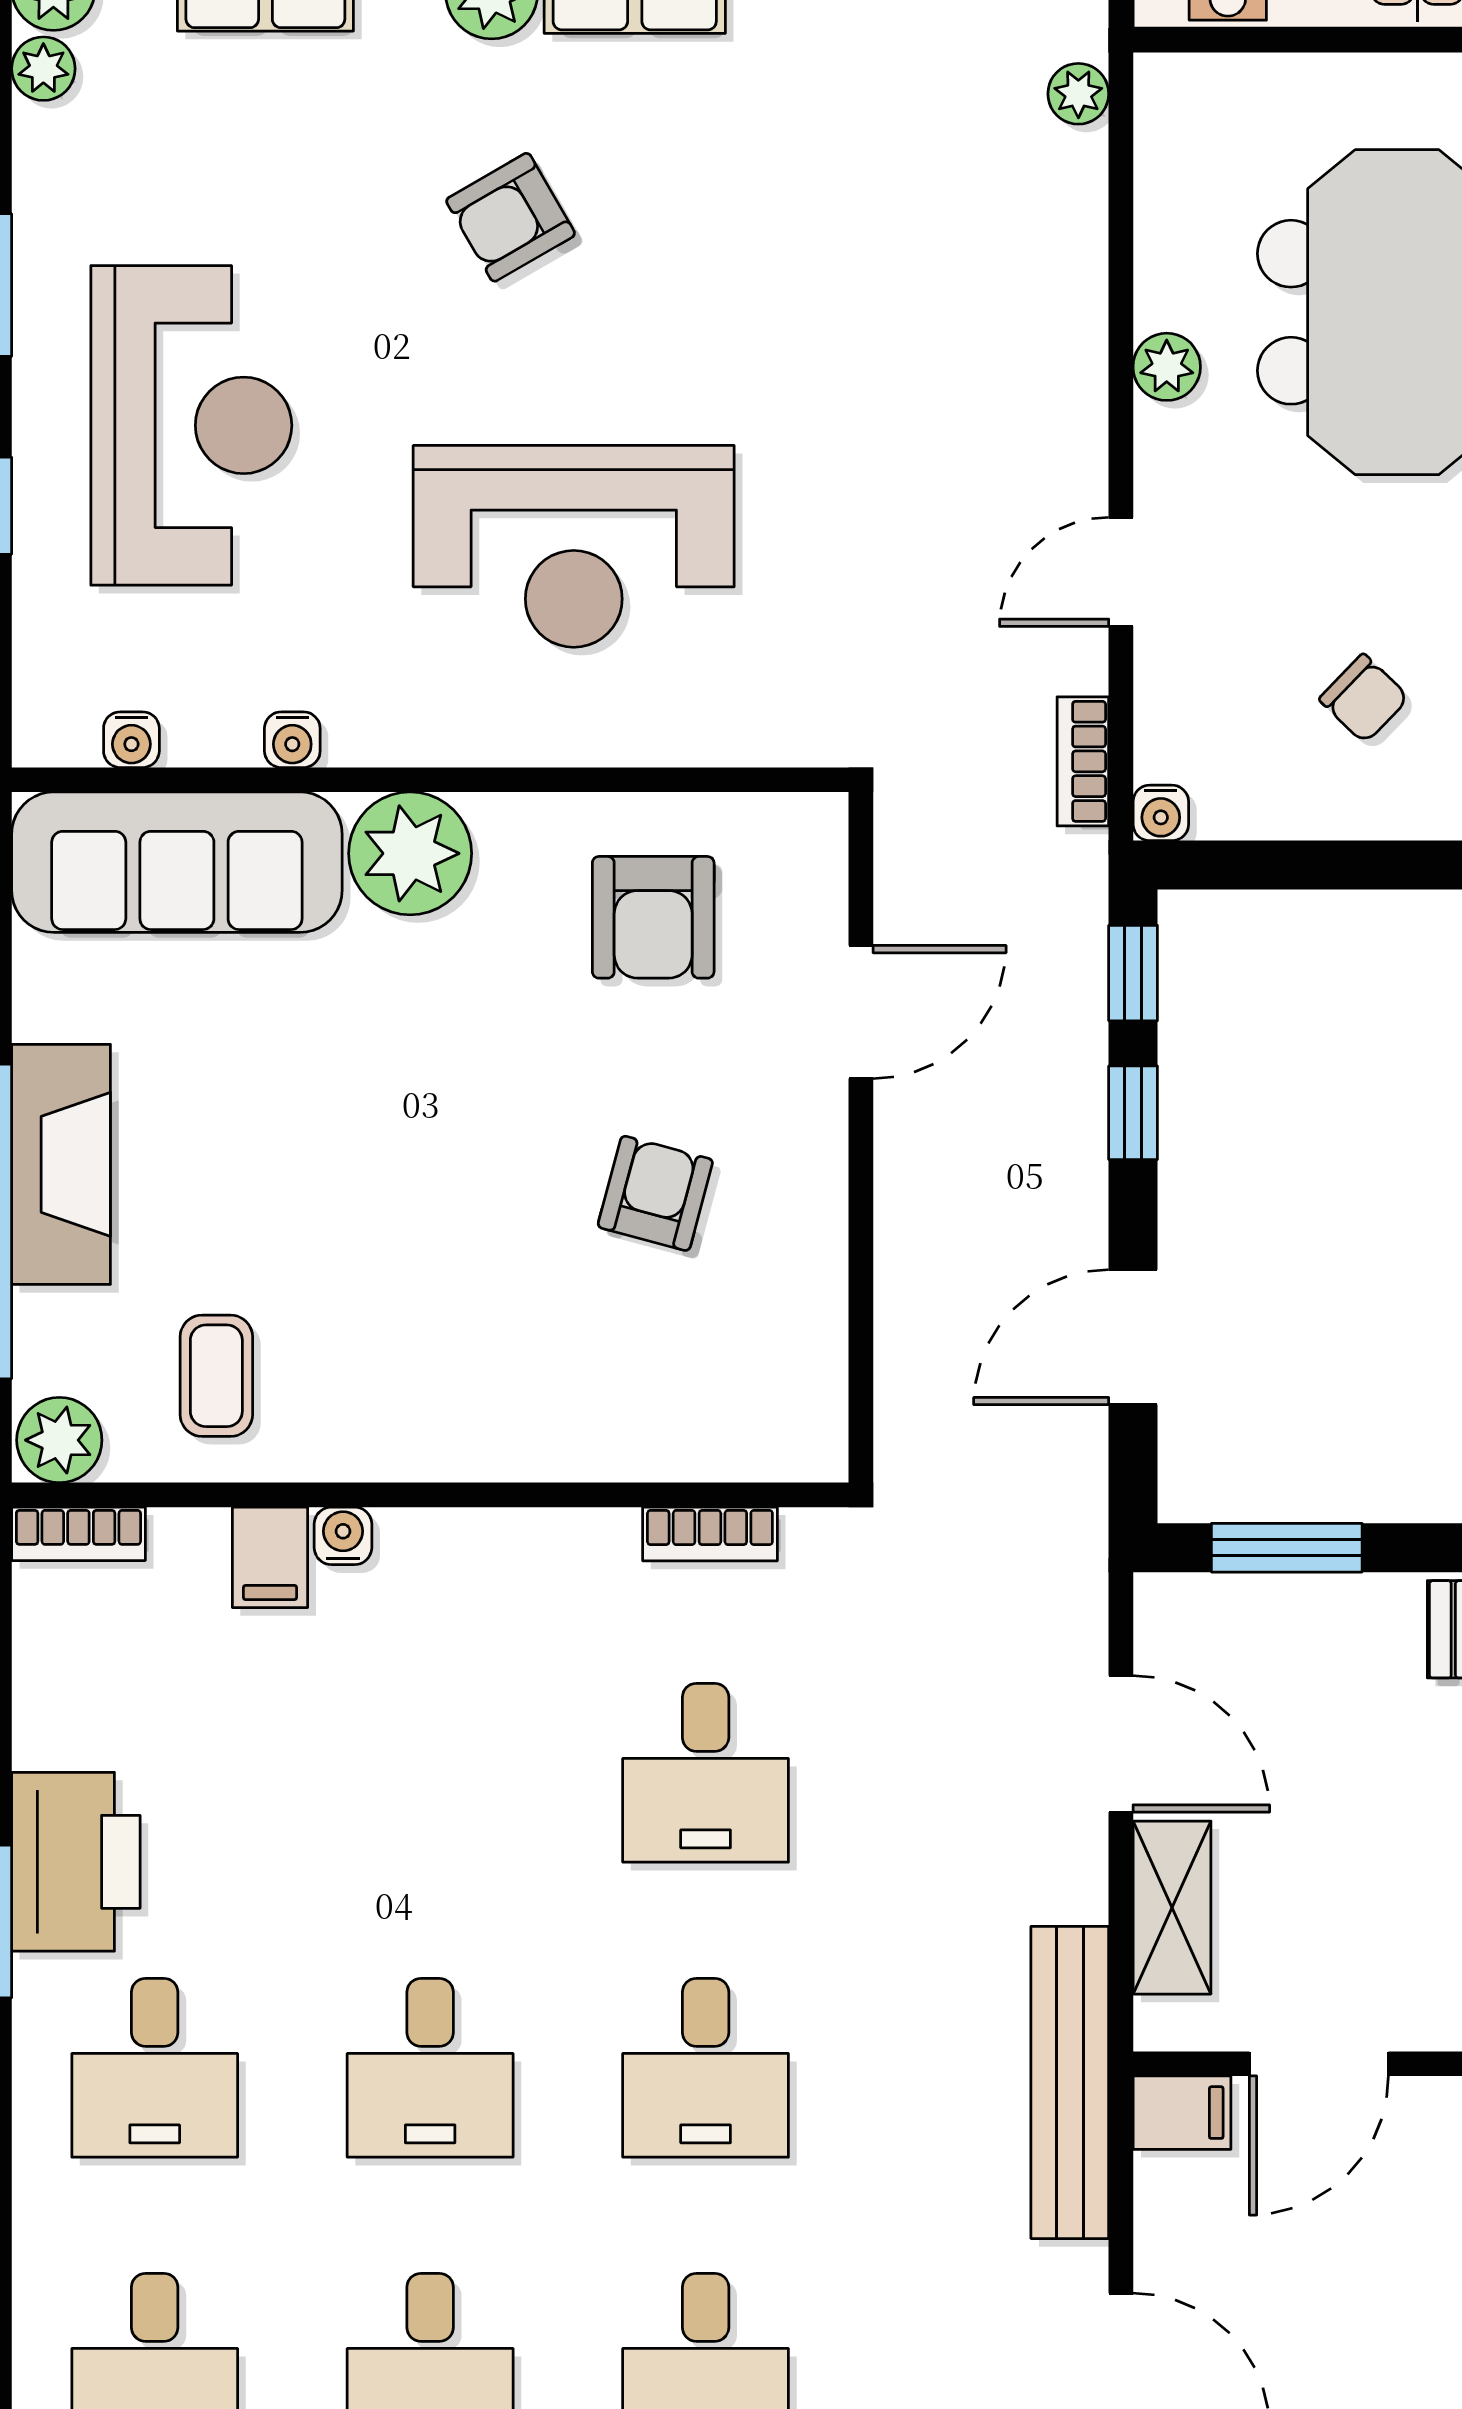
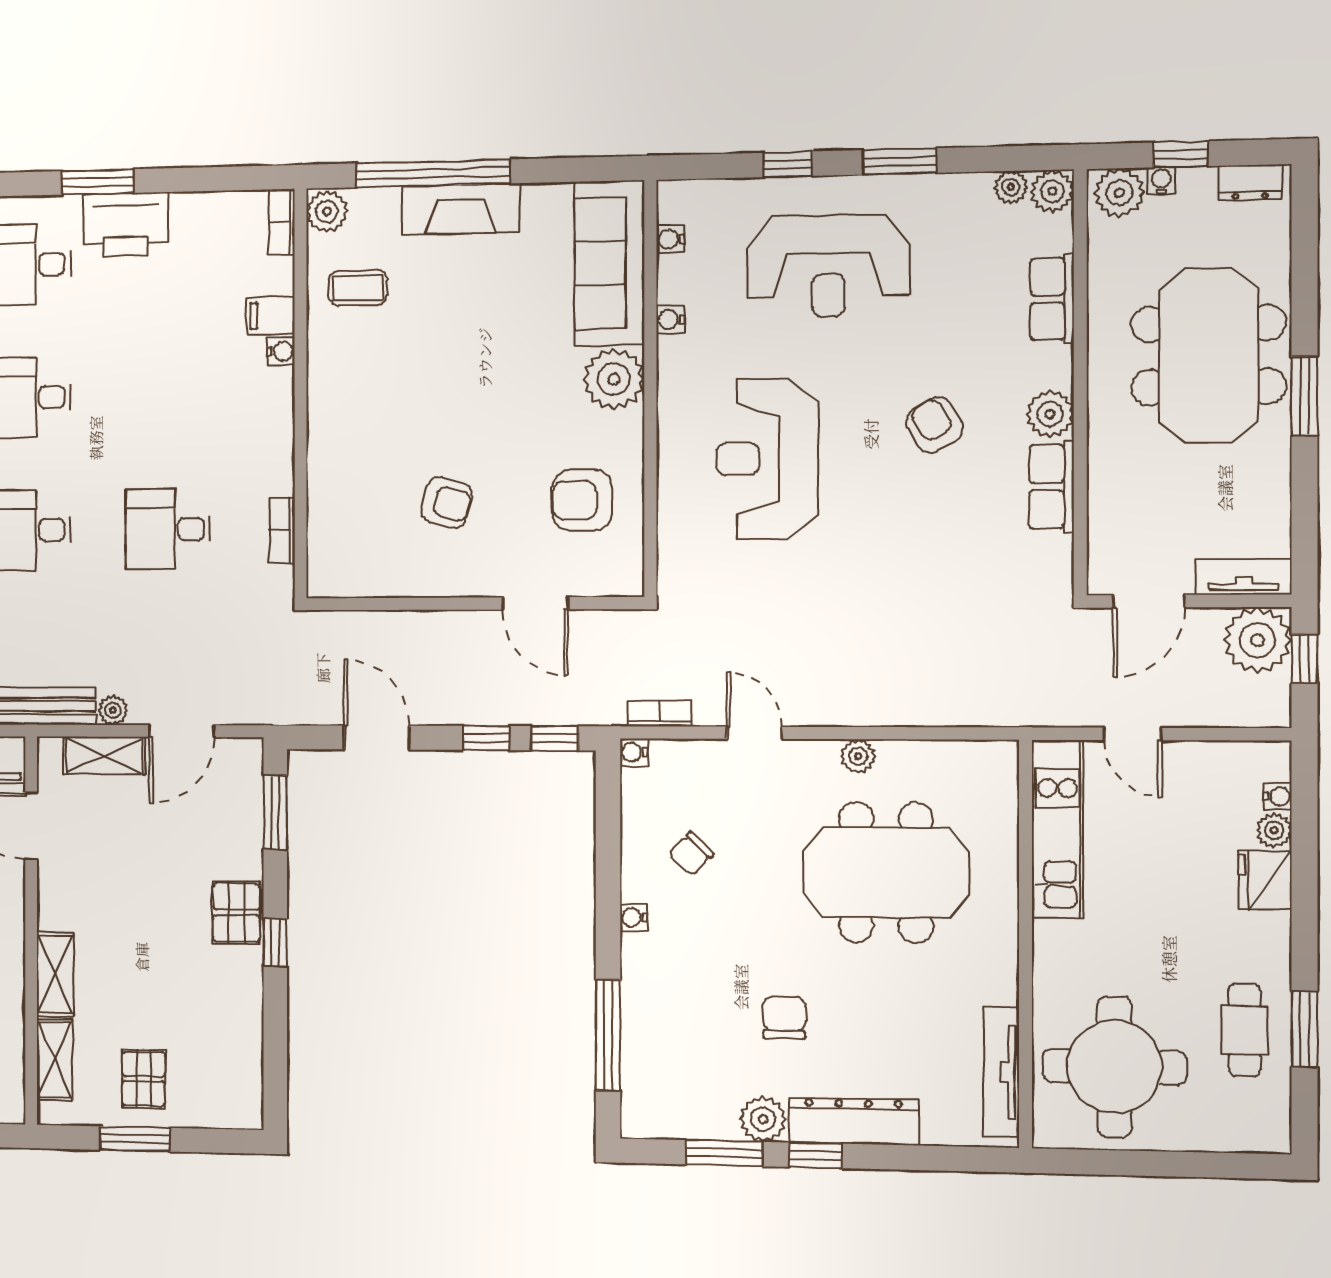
plant: (1078, 94) -> (113, 710), moved

